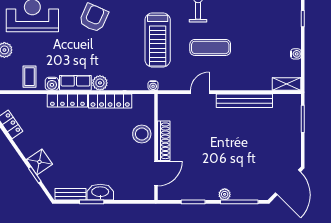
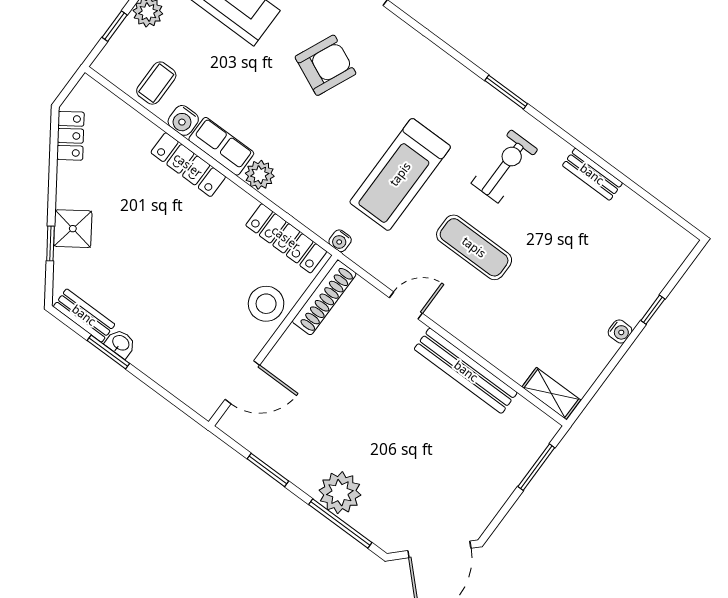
water cooler: (296, 54) -> (620, 331), moved
locker: (110, 101) -> (286, 238), moved
shoe rack: (164, 141) -> (324, 298), moved
washbasin: (100, 192) -> (120, 343), width x0.52, depth x0.69
plant: (225, 194) -> (340, 493), width x1.87, depth x1.87

